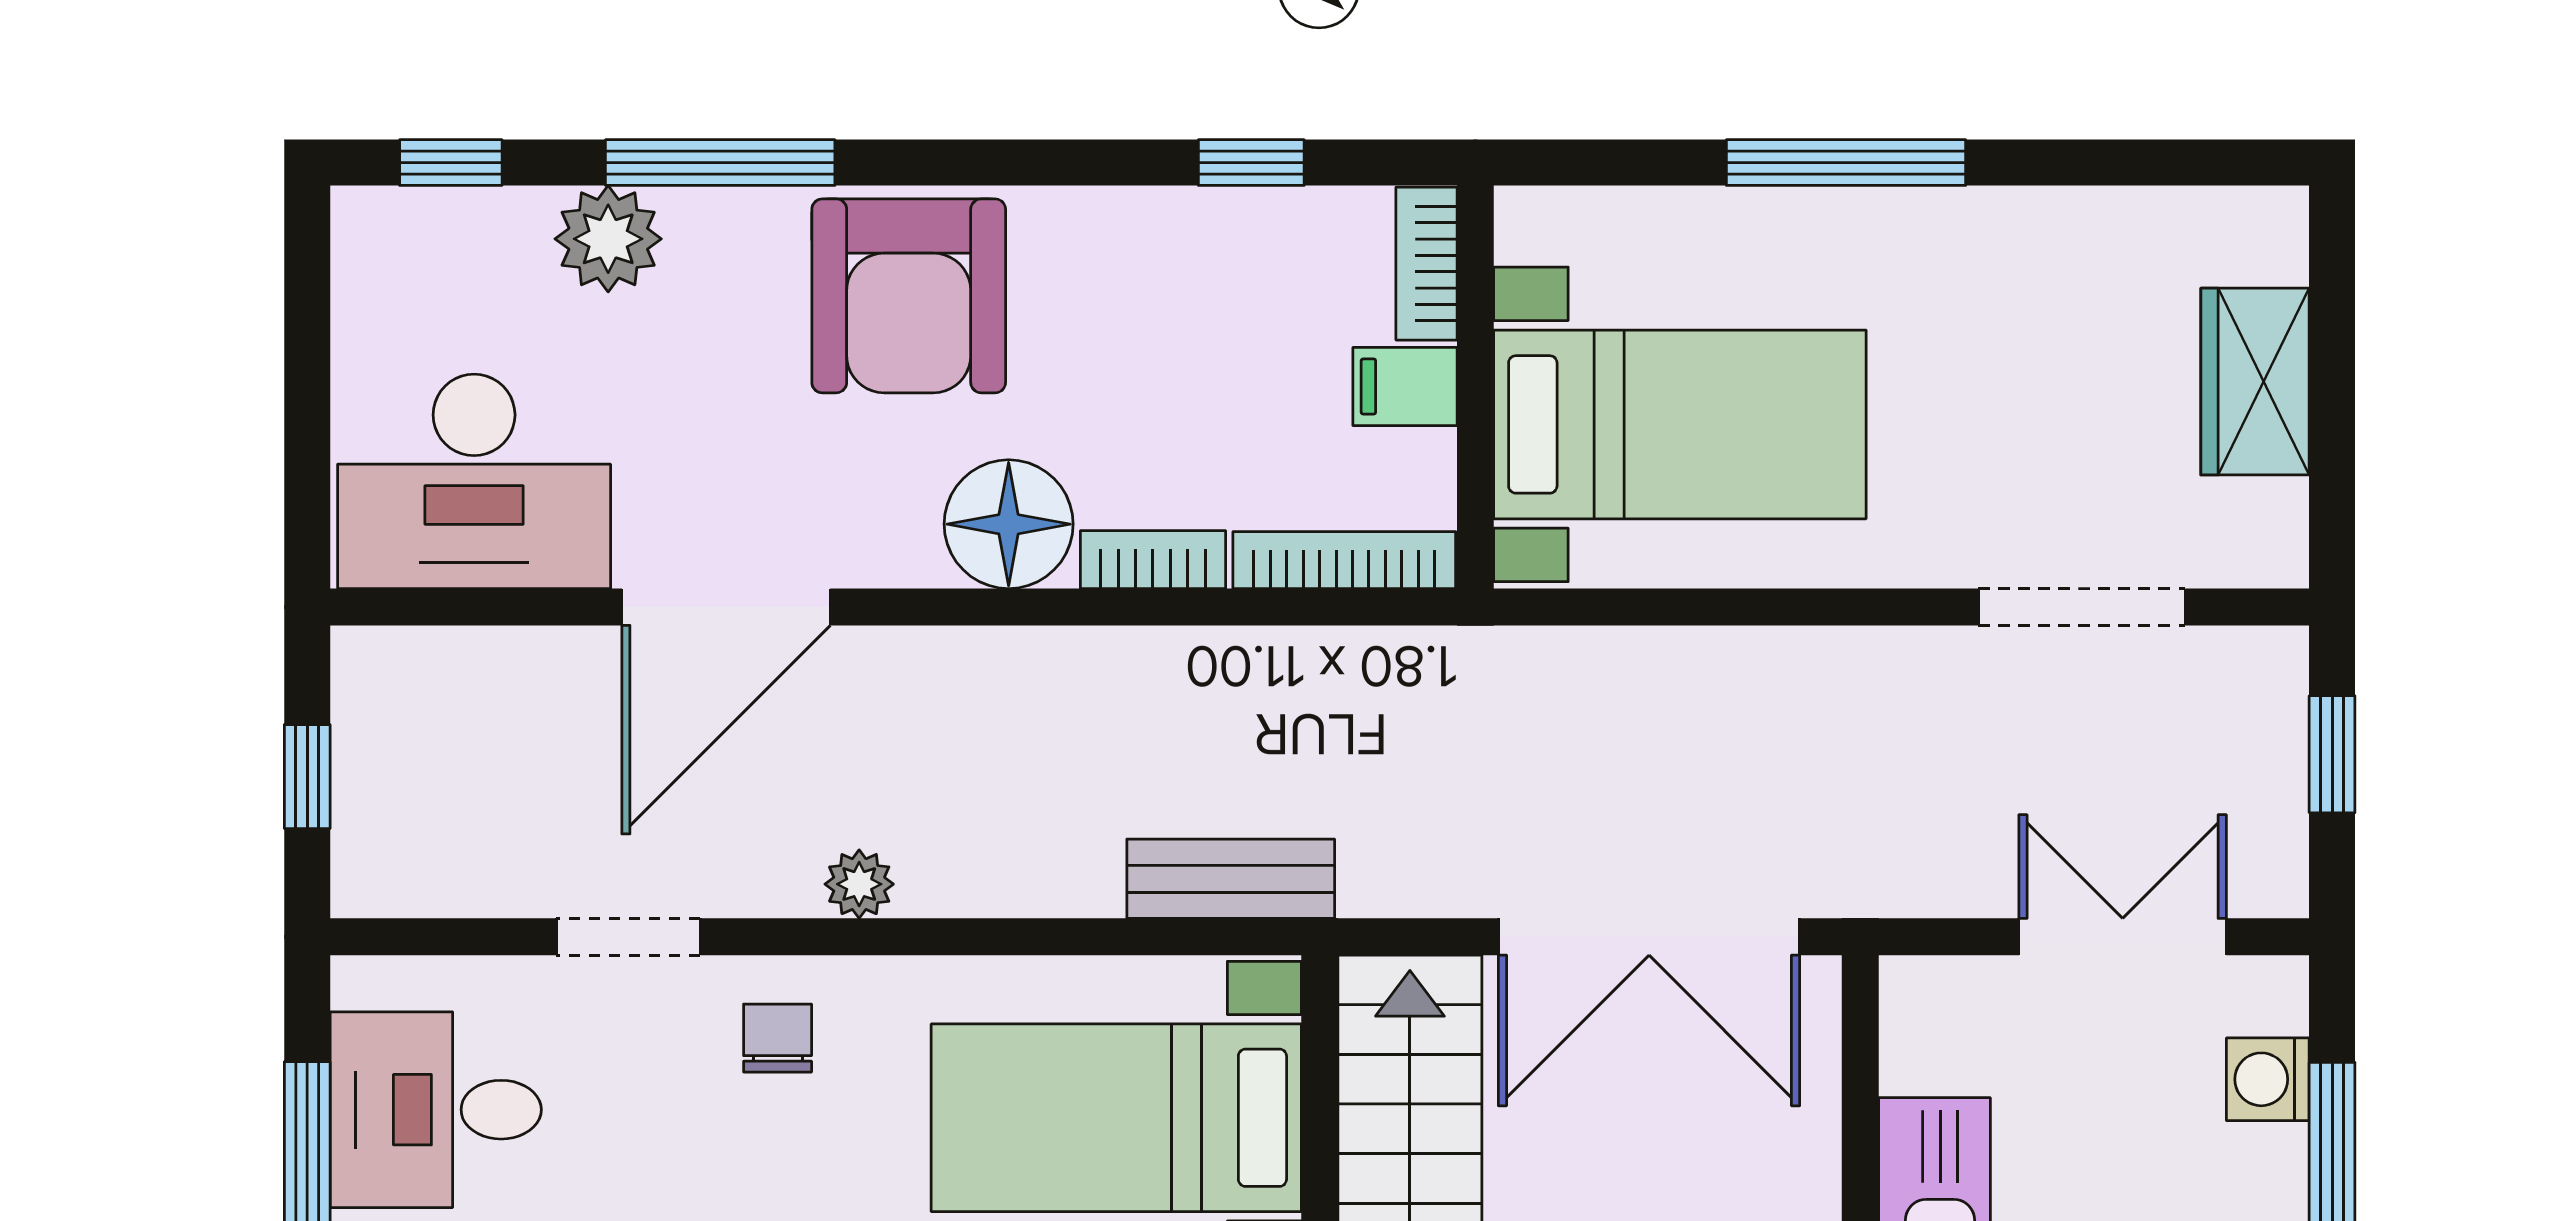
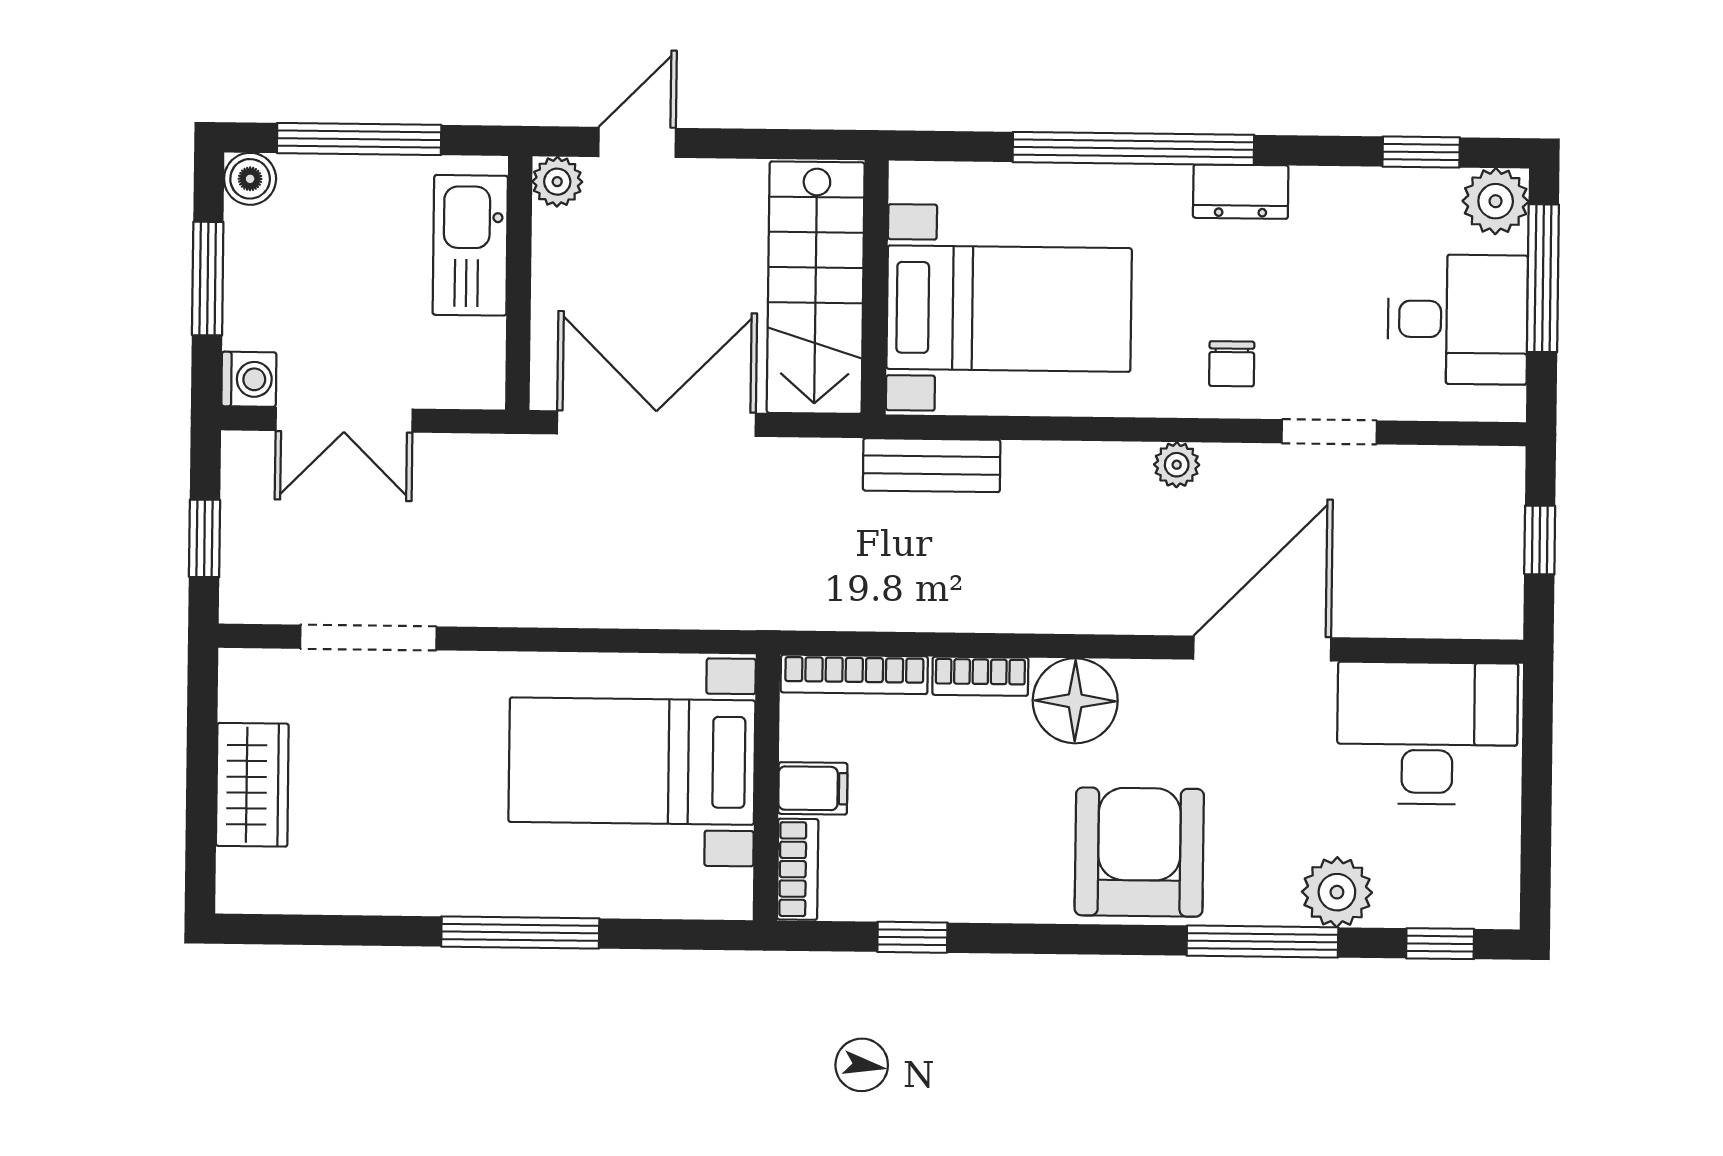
washing machine: (2268, 1079) -> (249, 379), moved

